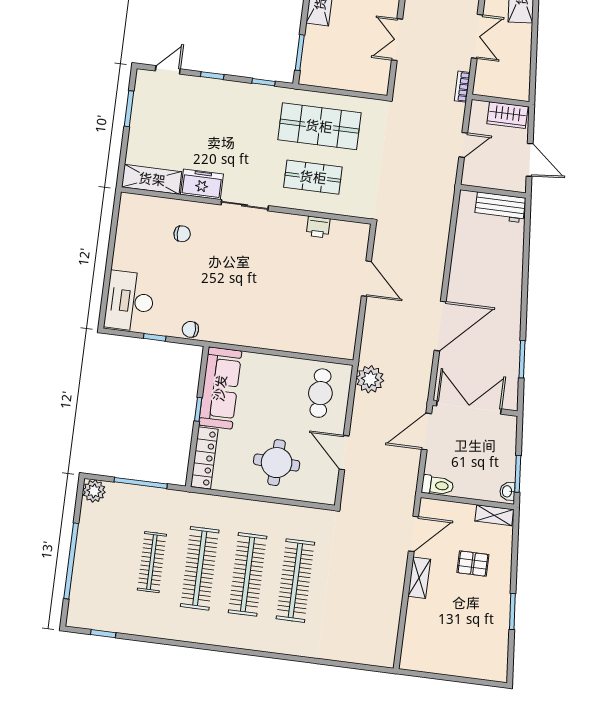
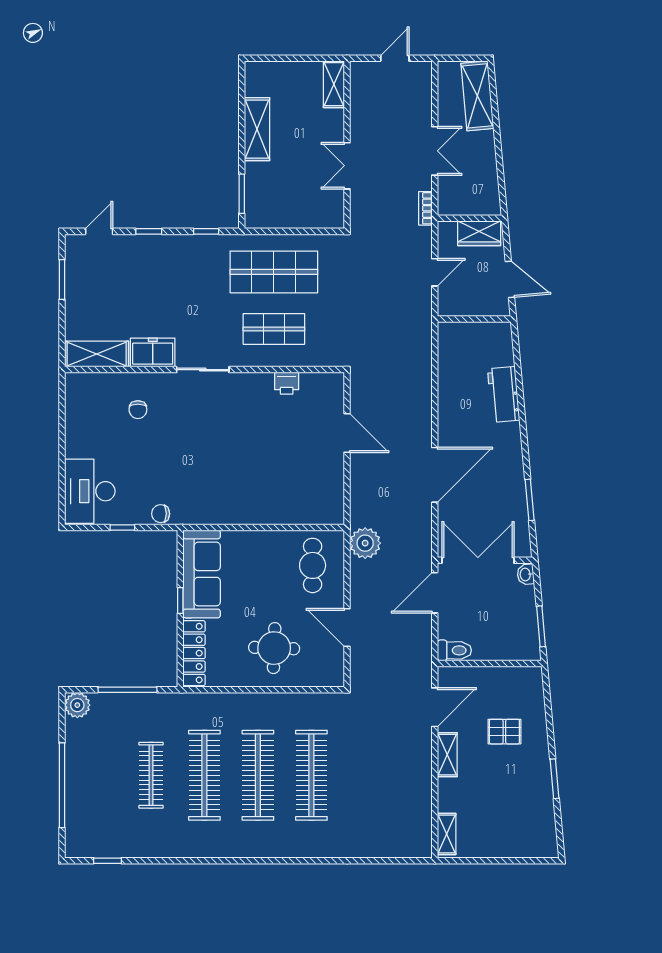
workbench: (500, 207) -> (504, 394), moved, turned 85
chair: (182, 234) -> (138, 410), turned 90
washbasin: (507, 491) -> (526, 574), moved
shelving: (494, 515) -> (447, 834), moved, turned 90

